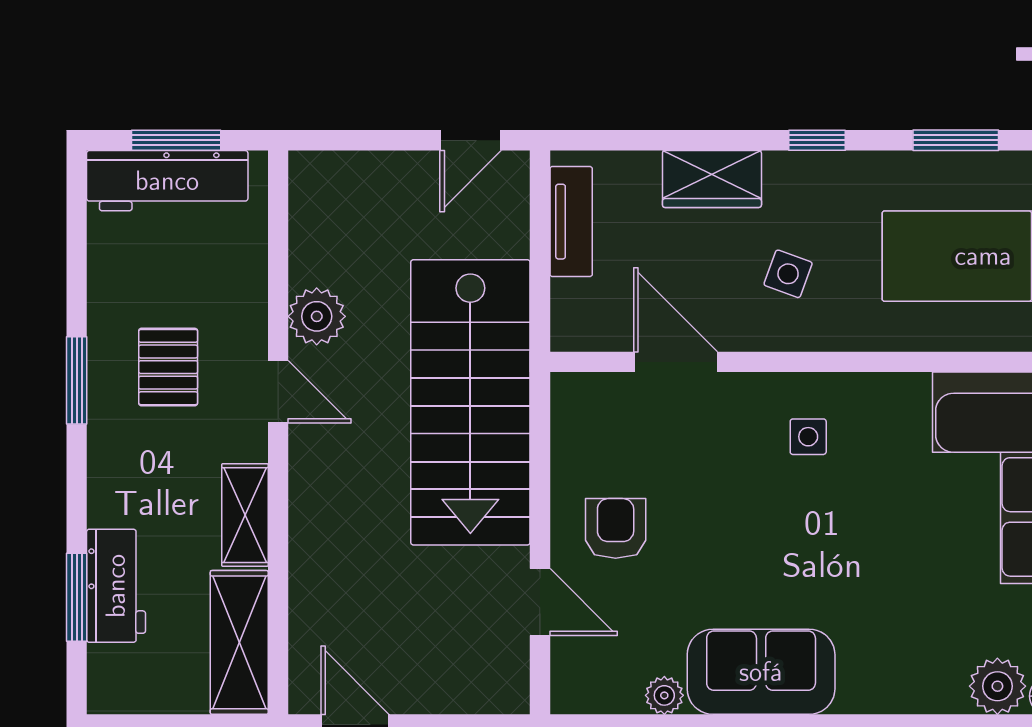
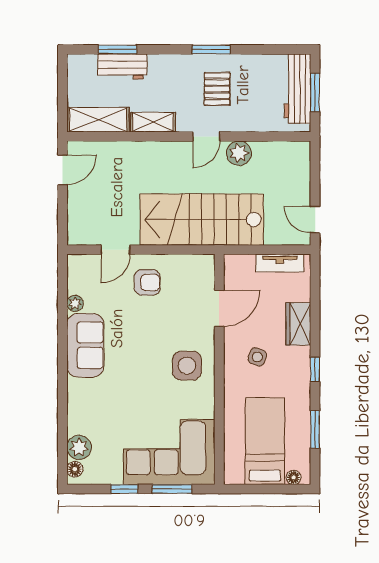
pallet: (168, 367) -> (217, 89), turned 90
side table: (808, 437) -> (187, 366), width x1.87, depth x1.87

